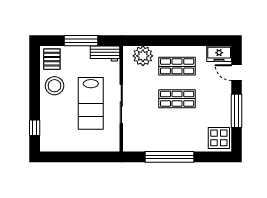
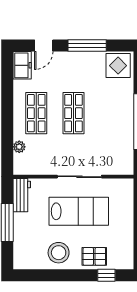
plant: (143, 56) -> (19, 147), width x0.53, depth x0.53
pallet: (52, 59) -> (94, 256), moved

